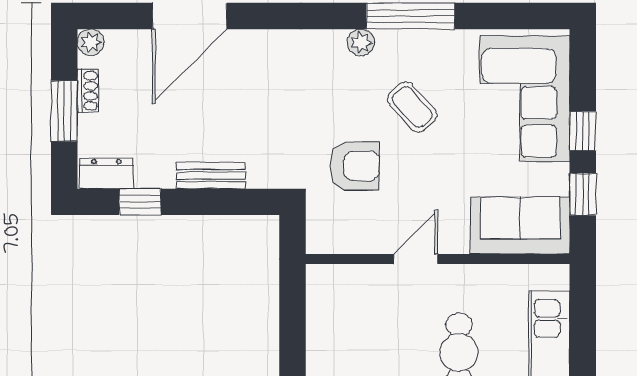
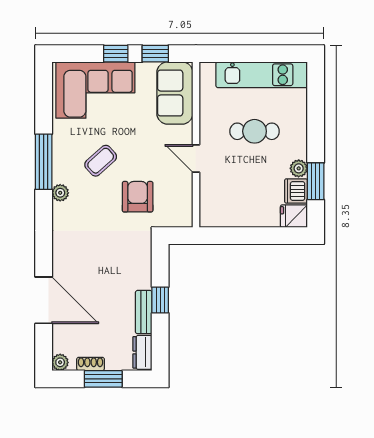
bench: (211, 176) -> (144, 312), moved
window: (140, 202) -> (160, 300), moved

